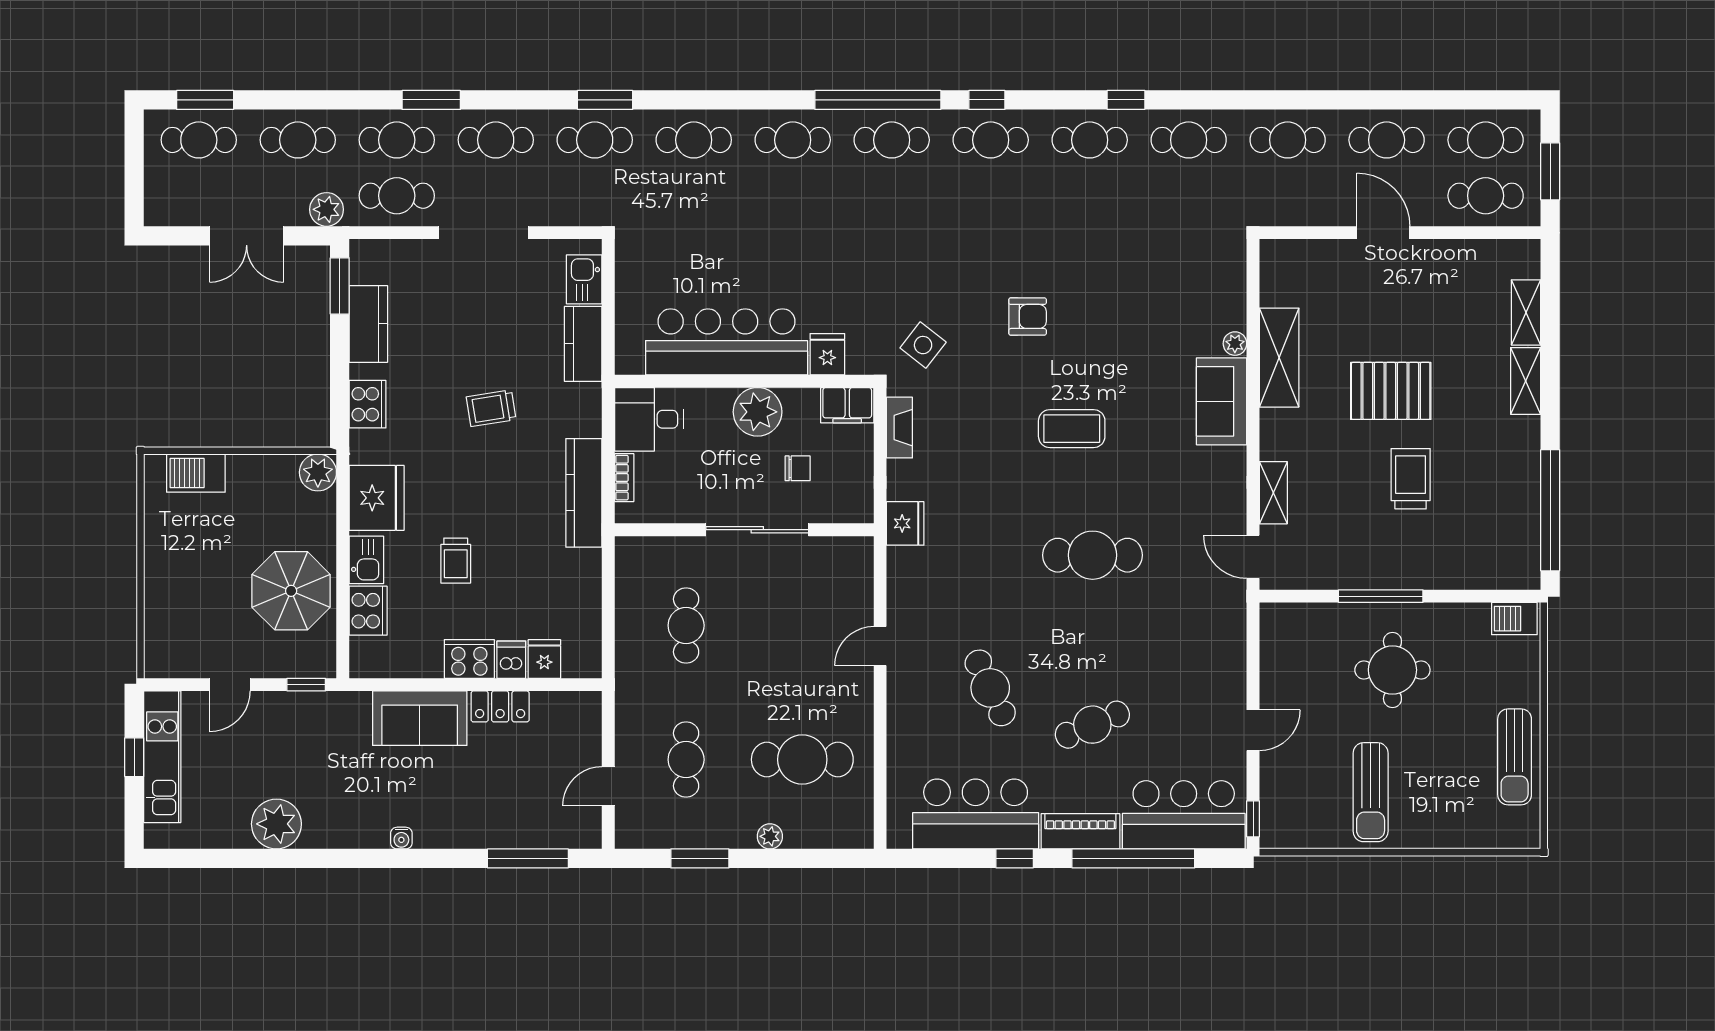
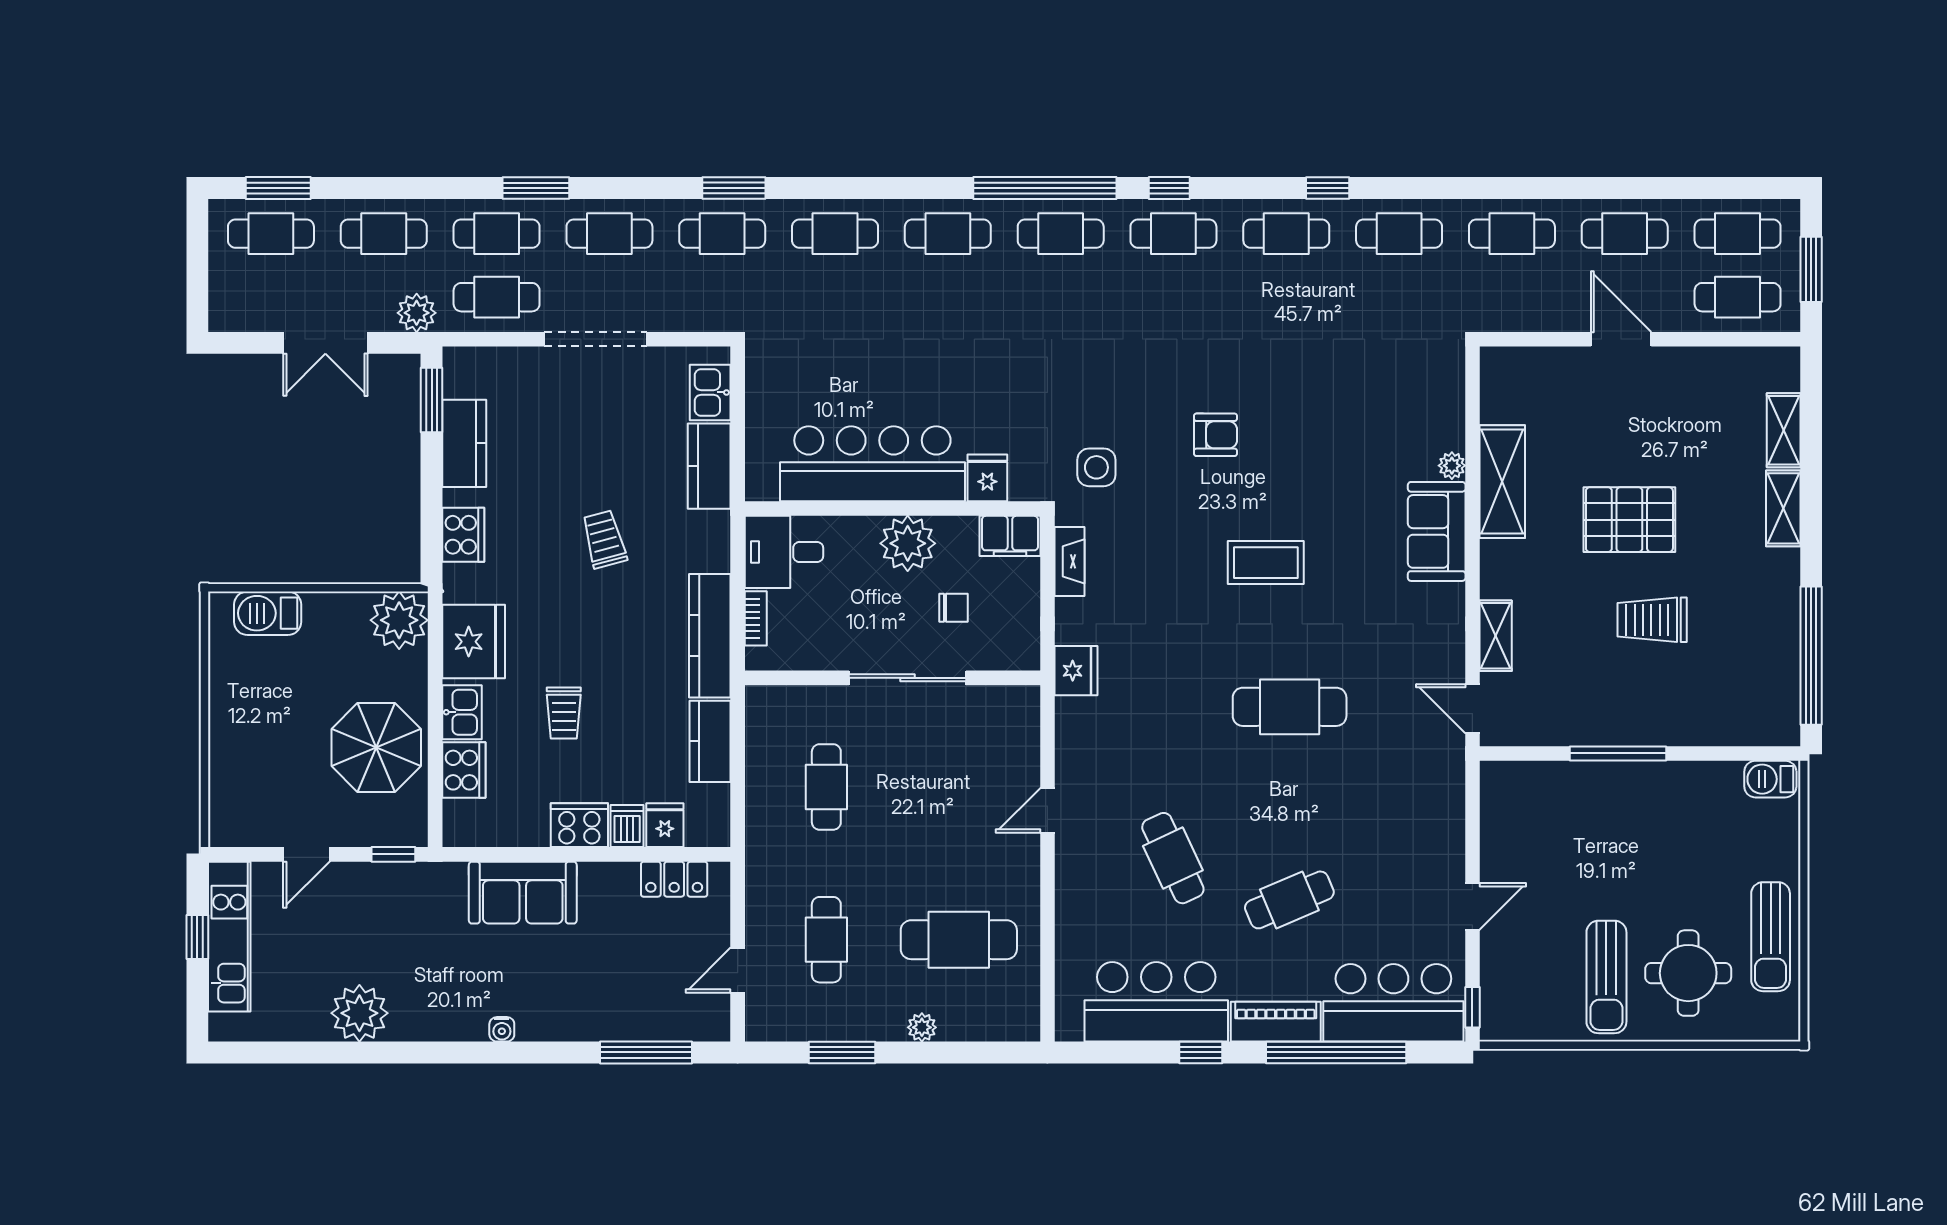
side table: (923, 345) -> (1096, 467), turned -38
trolley: (491, 408) -> (604, 539), turned 84
plant: (318, 472) -> (399, 620), width x1.36, depth x1.36
trolley: (1411, 479) -> (1652, 620), turned -90
kitchen counter: (584, 586) -> (710, 741), added
round table: (1392, 670) -> (1688, 973), moved
locker: (500, 706) -> (674, 879), moved

